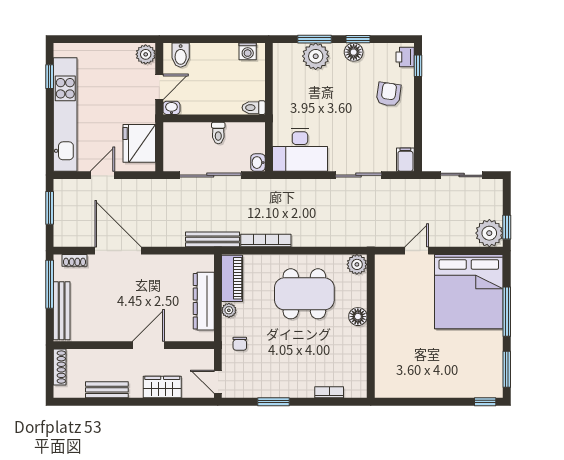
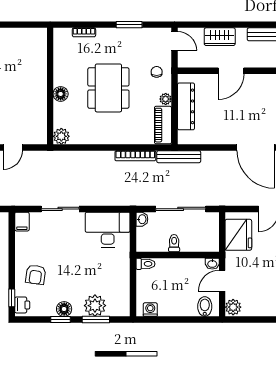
dining table: (304, 294) -> (108, 88), moved, turned 90

